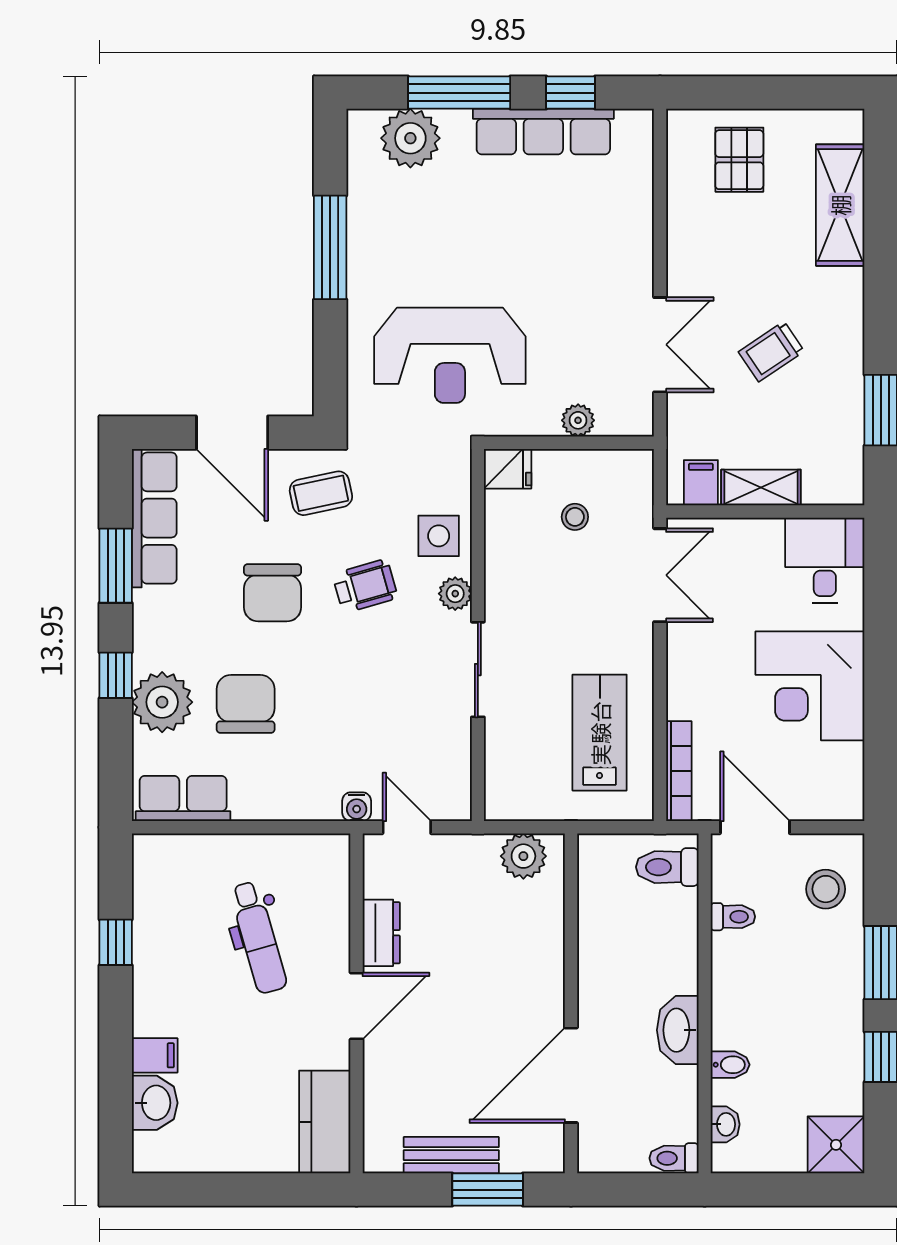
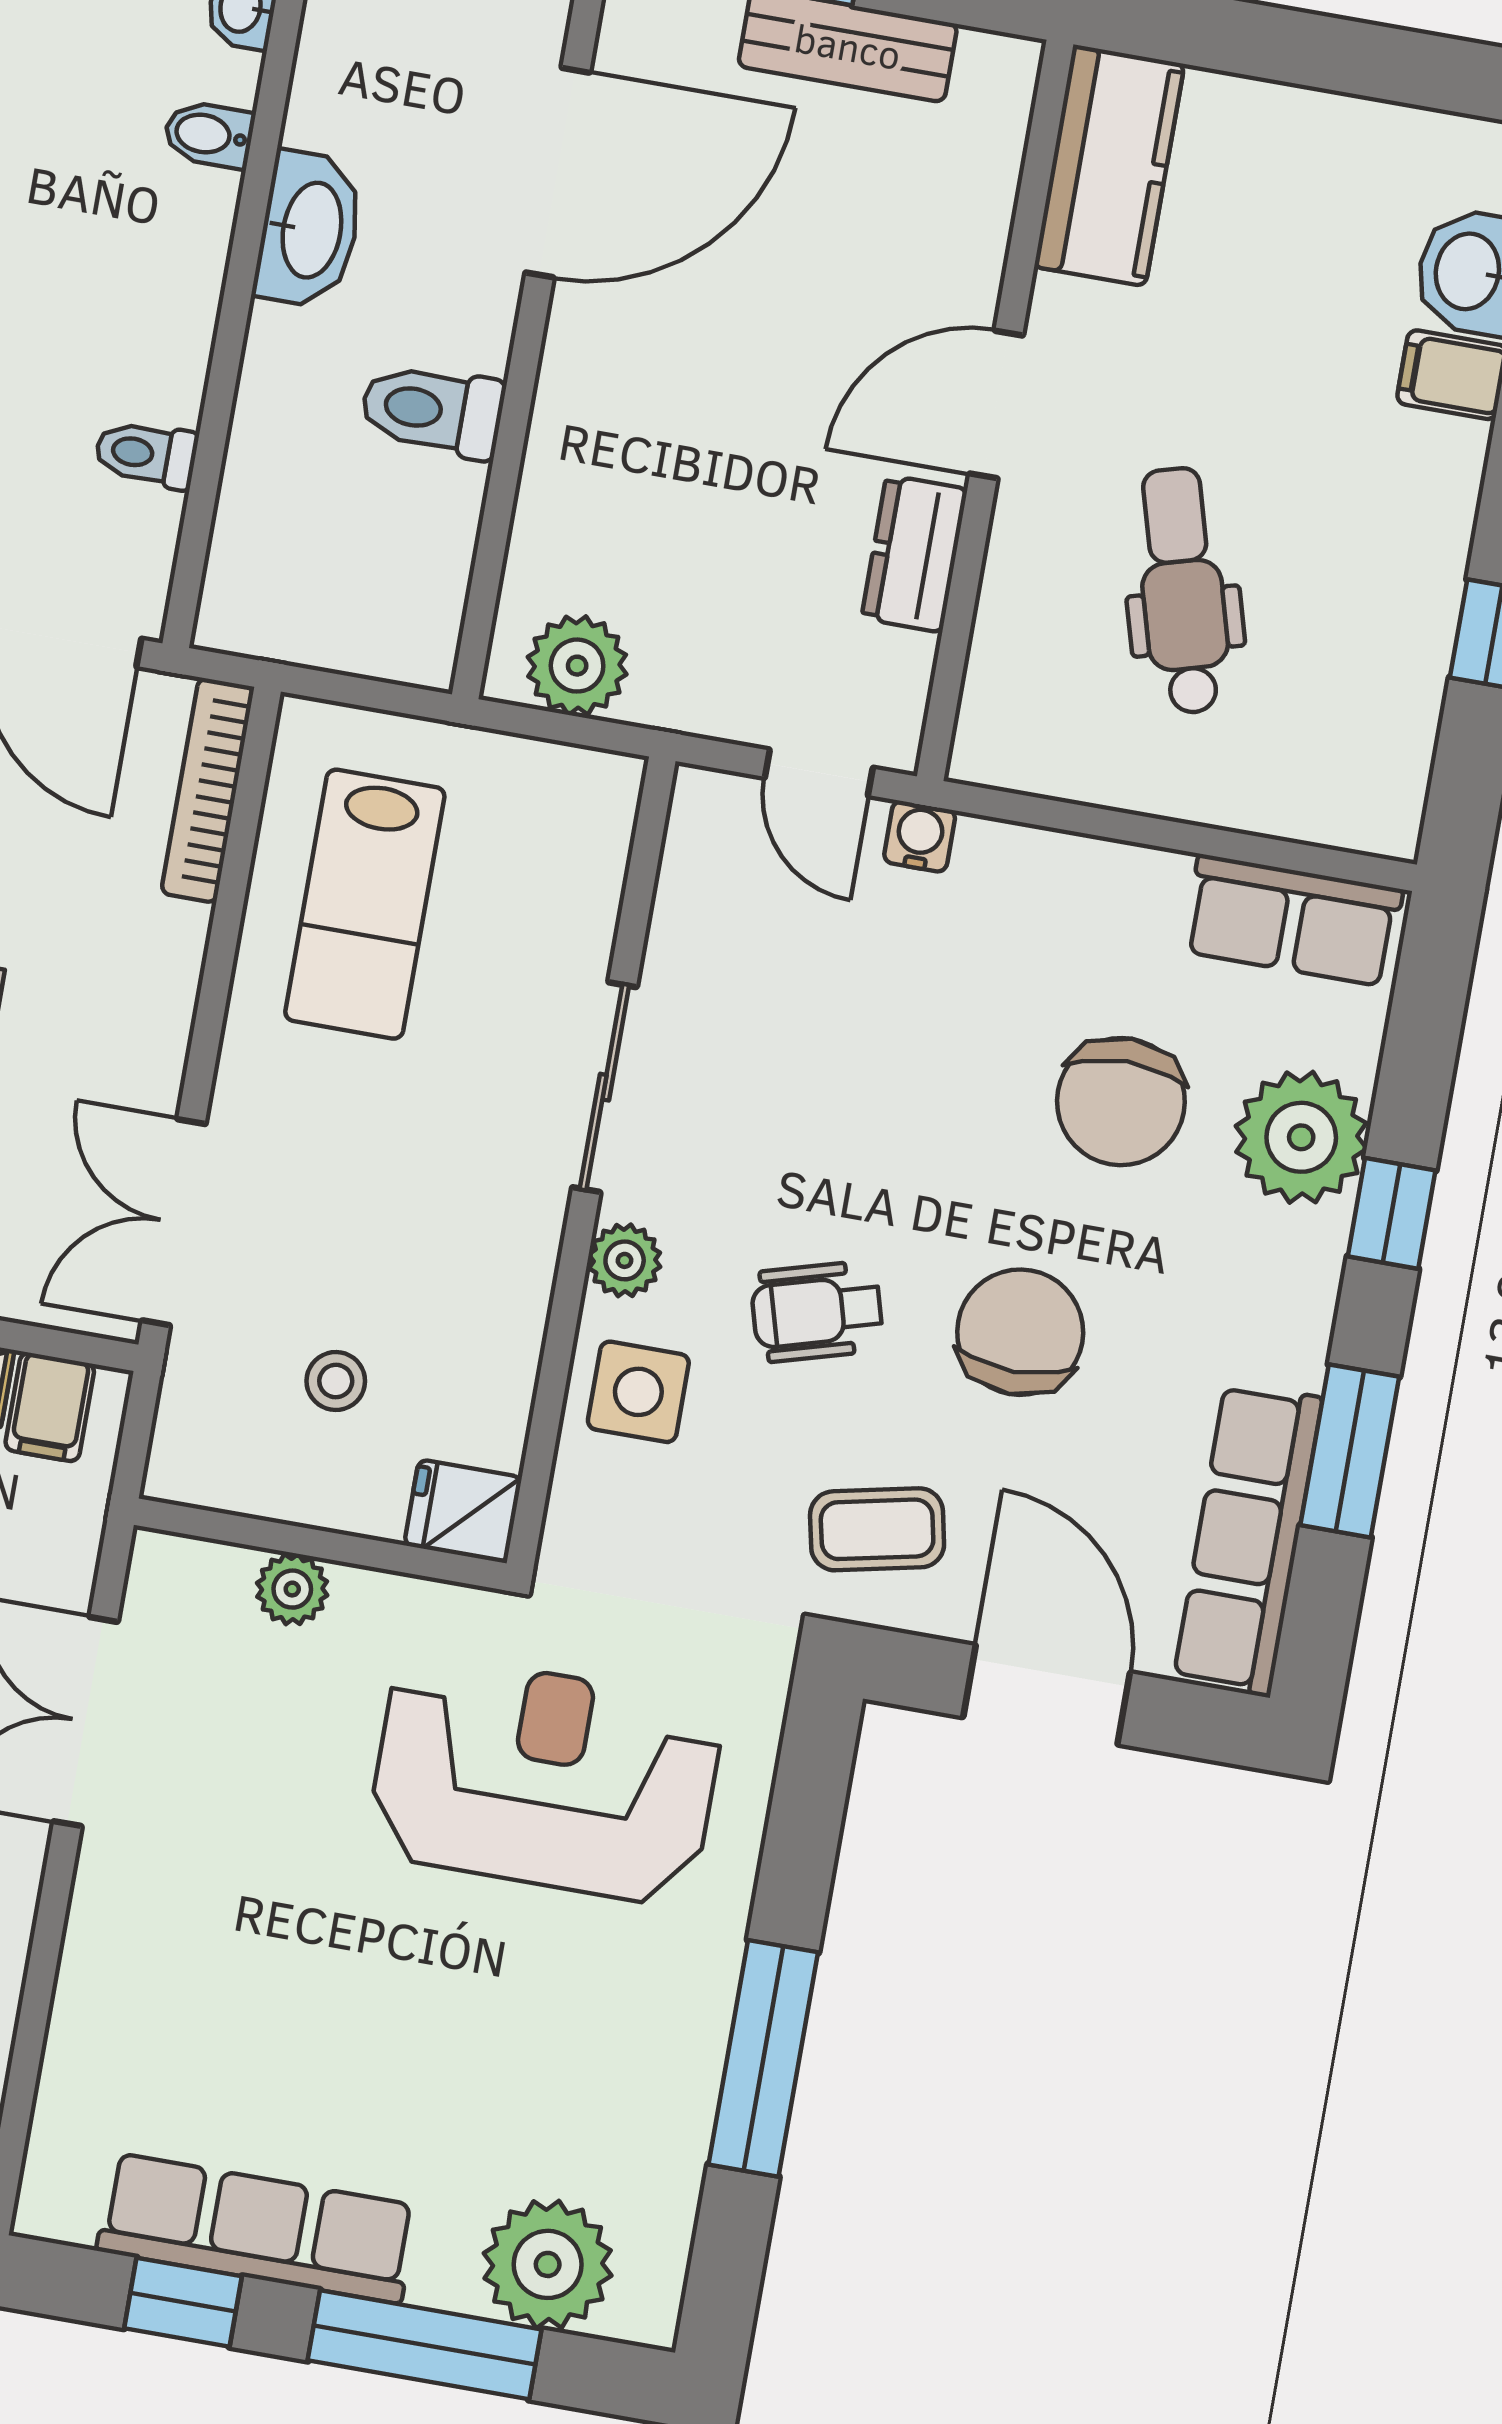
toilet: (667, 867) -> (432, 410), moved, turned 180

